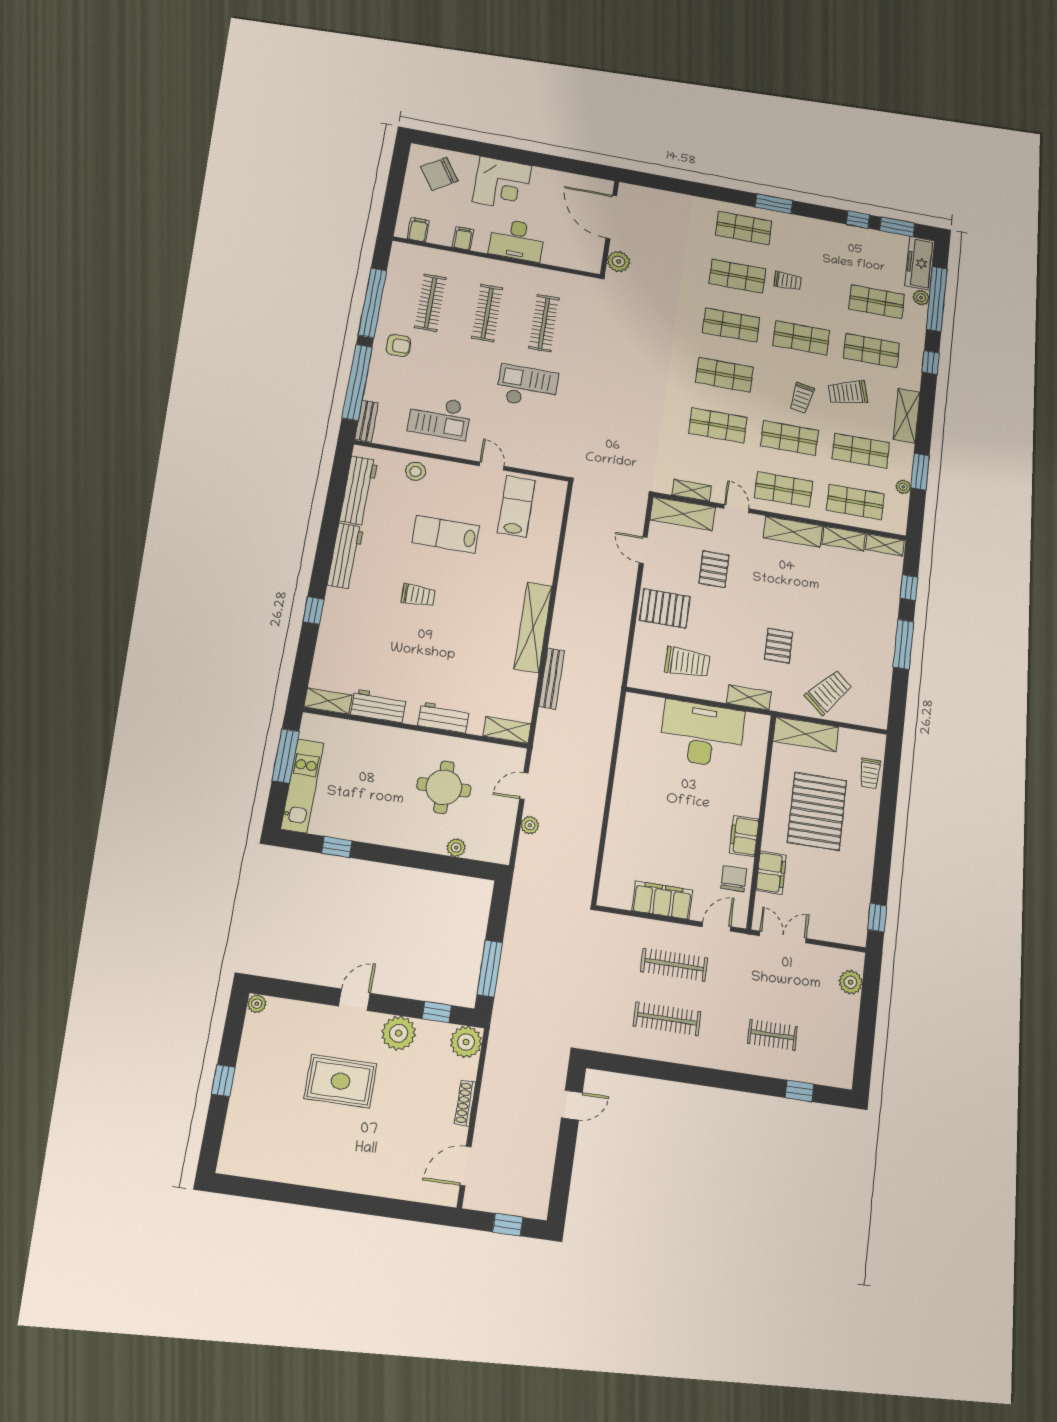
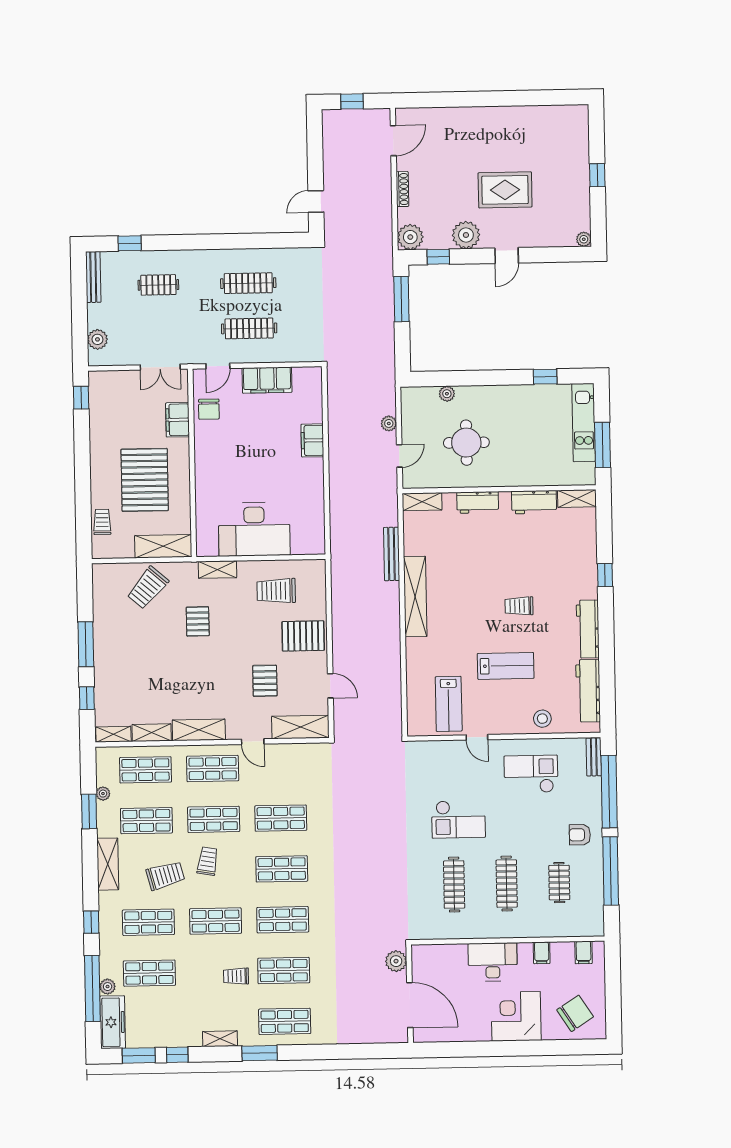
clothes rail: (430, 303) -> (559, 883), width x0.73
shelving: (692, 490) -> (220, 1039), moved
filing cabinet: (744, 836) -> (312, 440), moved, turned 180
bench: (847, 1057) -> (93, 277), added

